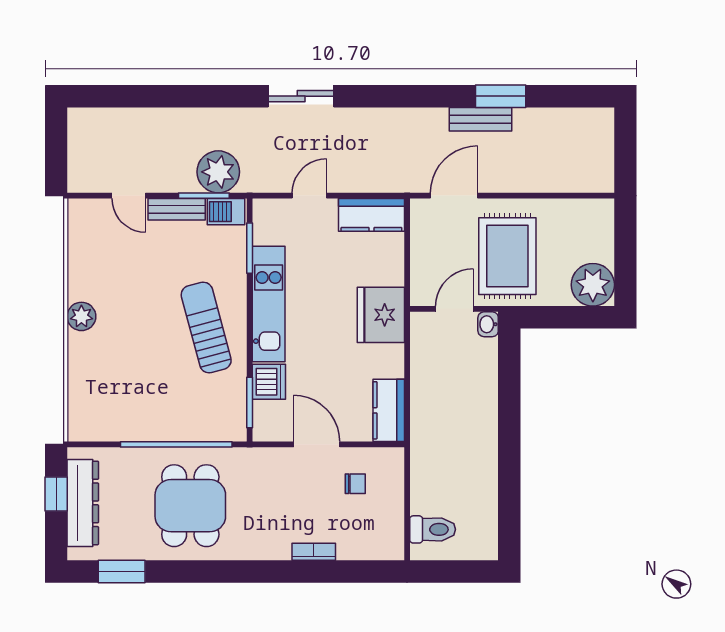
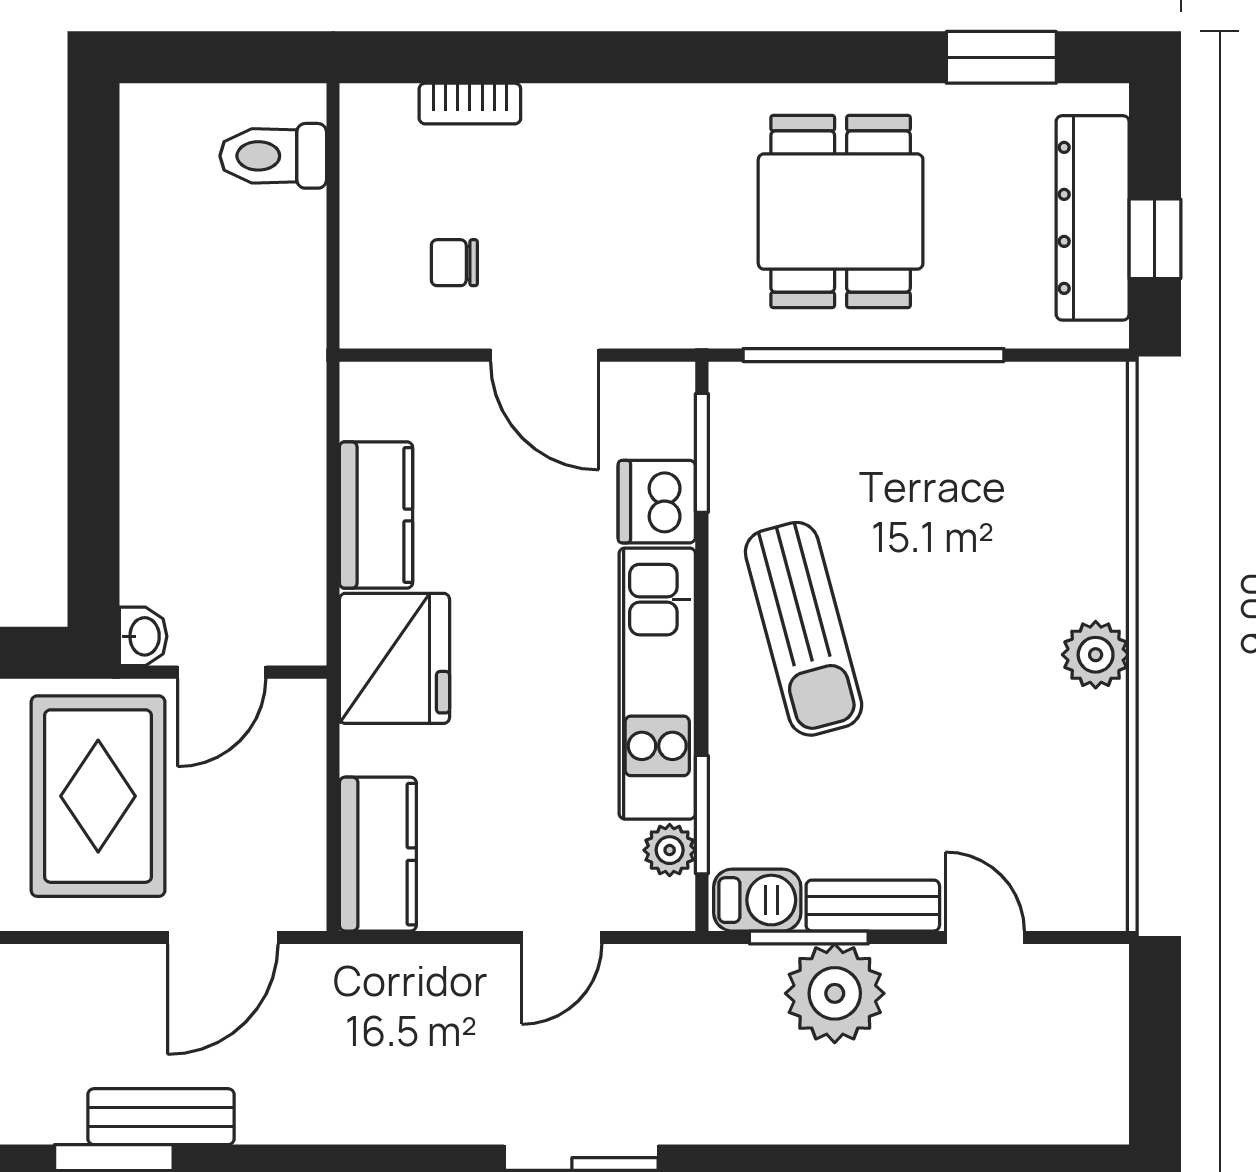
plant: (218, 172) -> (835, 993), moved
kitchen counter: (371, 215) -> (378, 854), moved, turned 90
plant: (263, 233) -> (670, 850), added
kitchen counter: (389, 410) -> (376, 515), moved
bookcase: (314, 552) -> (470, 104), moved

